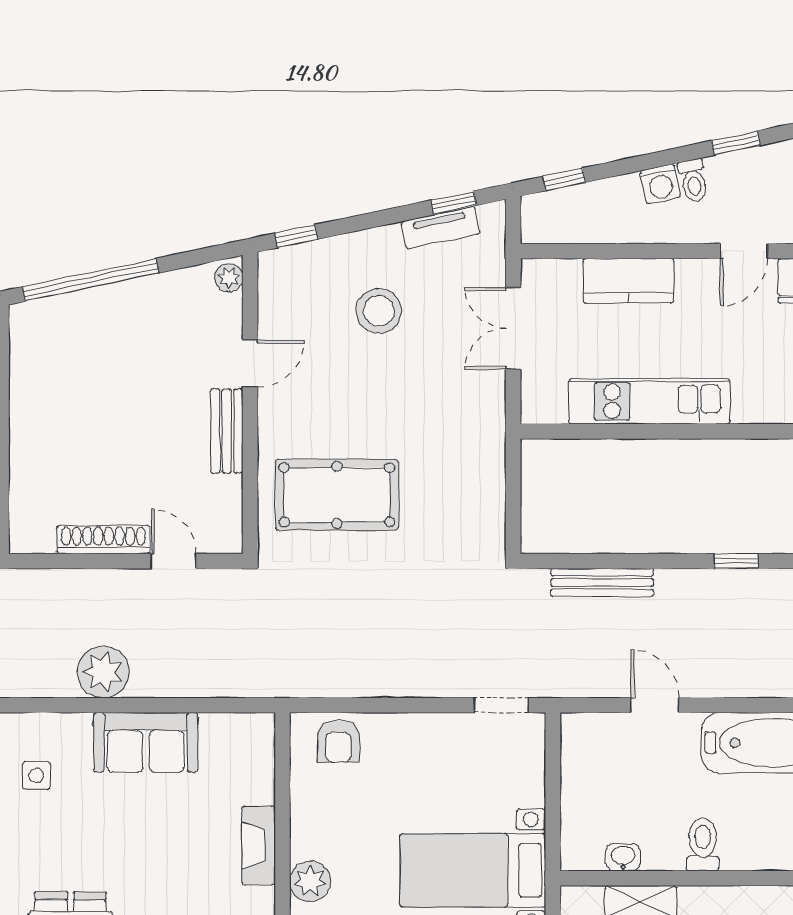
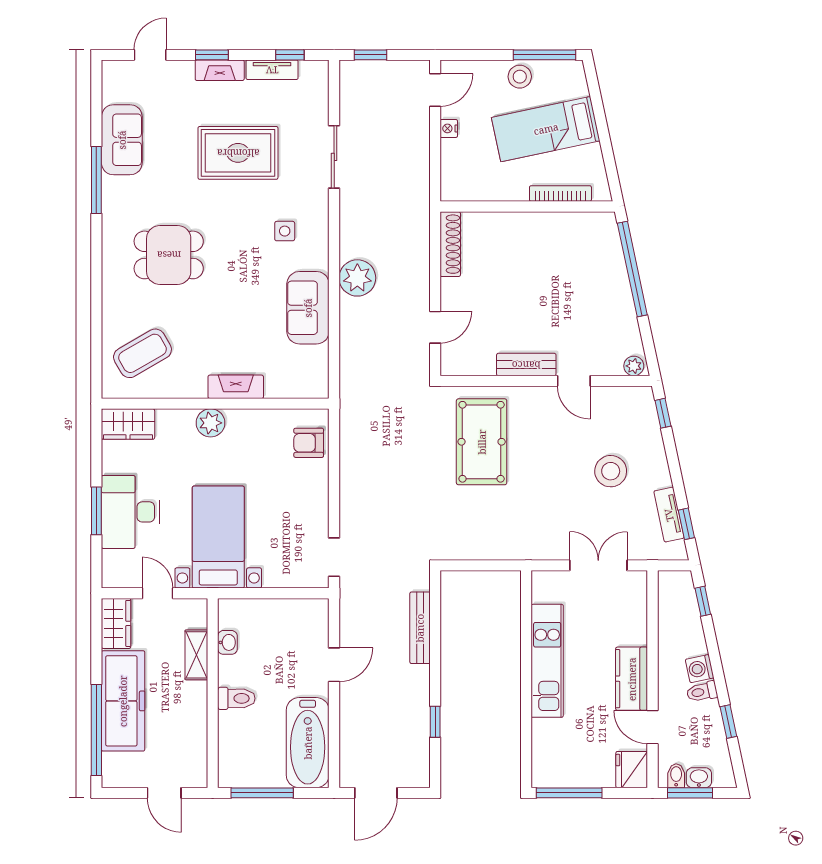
kitchen counter: (628, 281) -> (632, 679), moved
shoe rack: (103, 539) -> (450, 244), moved

